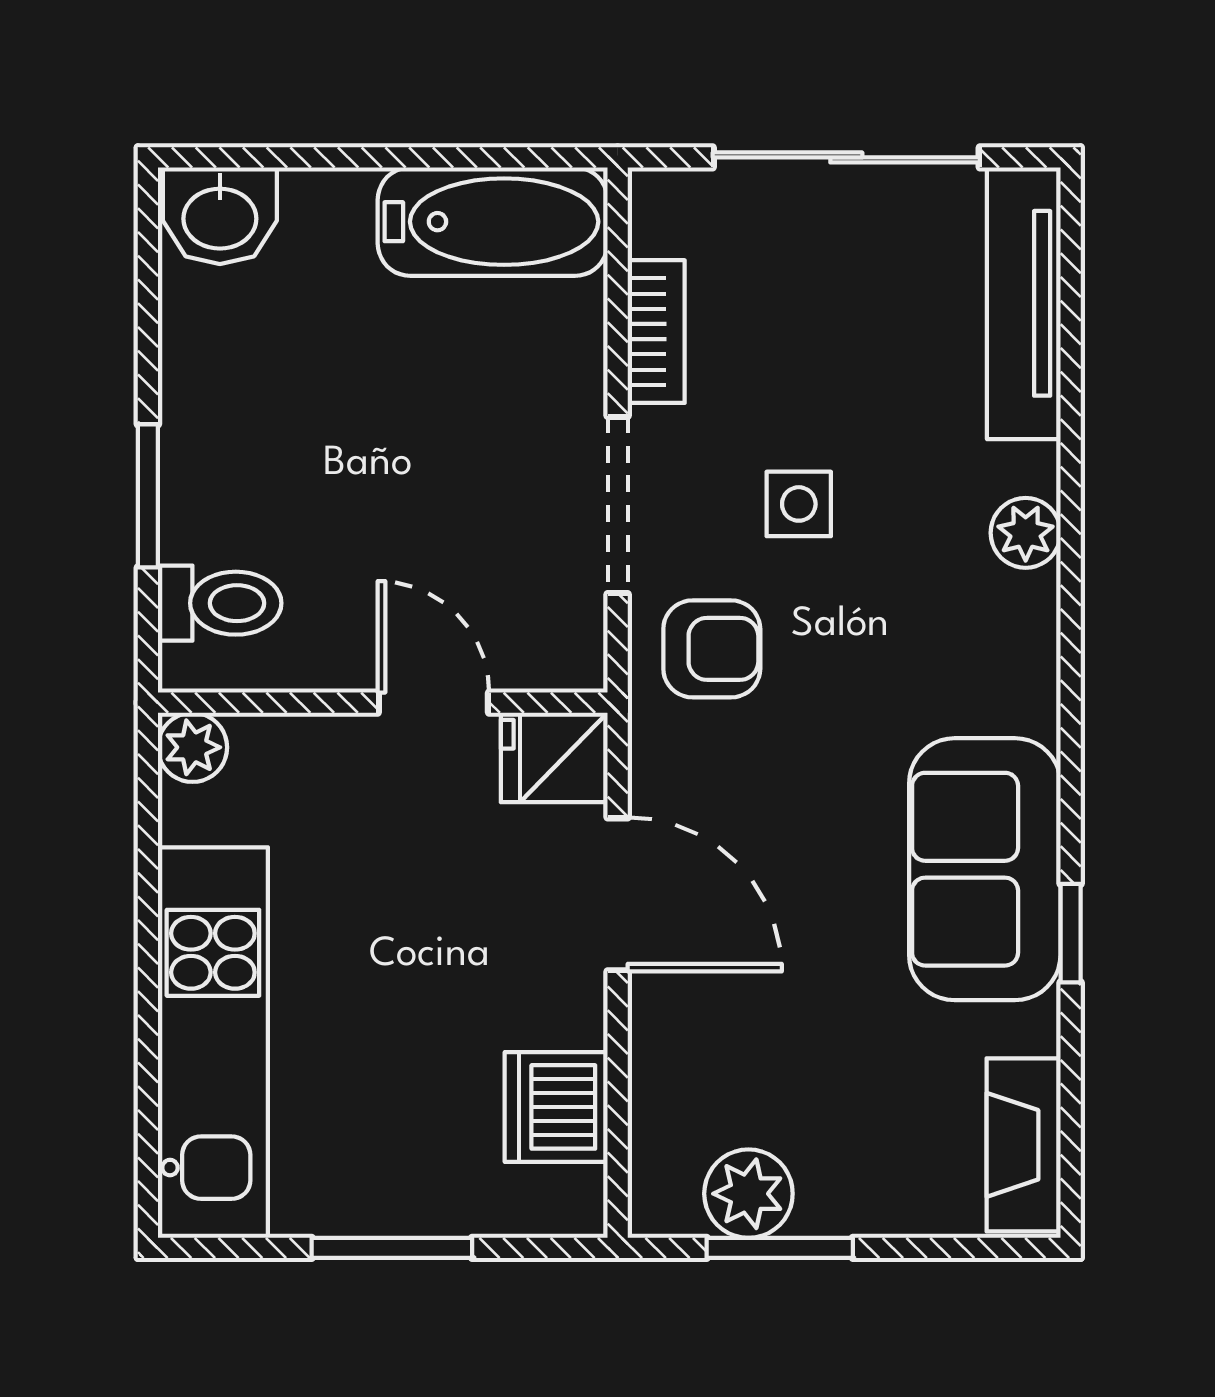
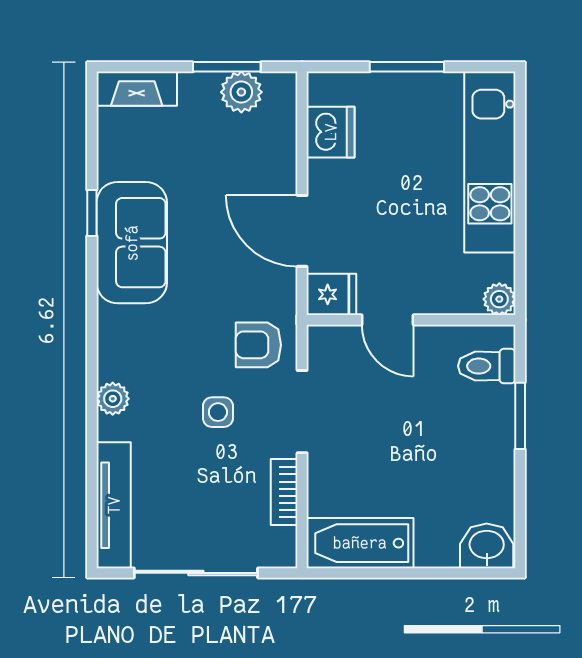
fireplace: (1024, 1145) -> (137, 89), moved, turned 90

